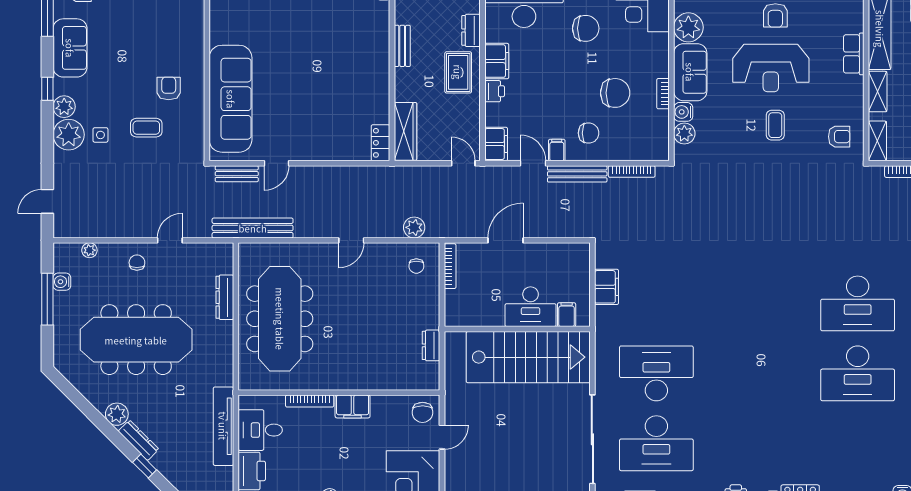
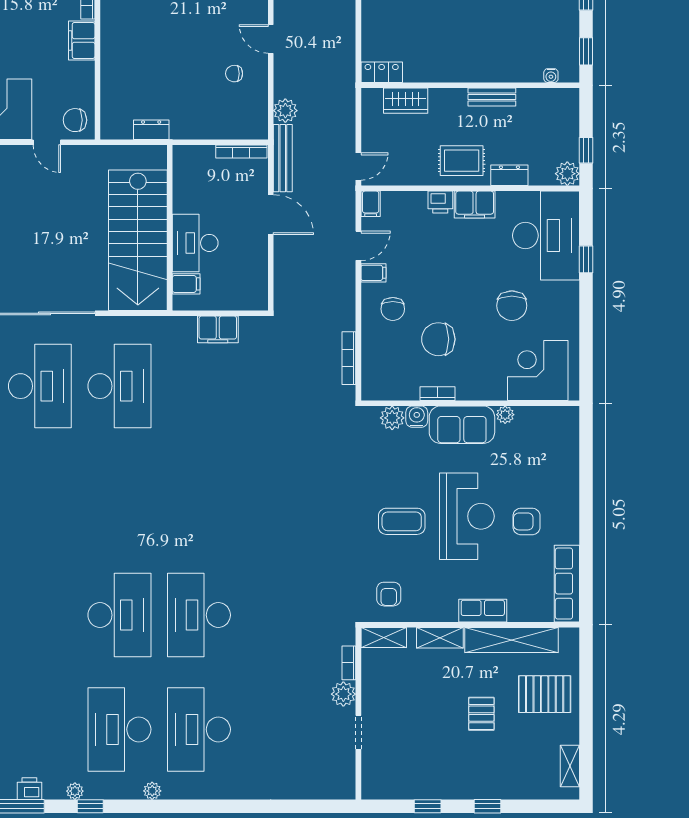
plant: (688, 27) -> (505, 415), width x0.53, depth x0.53
reception desk: (771, 68) -> (467, 516), turned 180
chair: (615, 93) -> (438, 339), turned 90
coffee table: (775, 125) -> (402, 521), width x1.36, depth x1.30
wardrobe: (405, 131) -> (406, 101), width x0.67
filing cabinet: (496, 144) -> (371, 204), width x0.50
bench: (577, 174) -> (283, 158), moved
chair: (416, 266) -> (234, 74), moved
desk: (858, 373) -> (119, 615), turned 180
desk: (656, 443) -> (40, 386), turned 180

